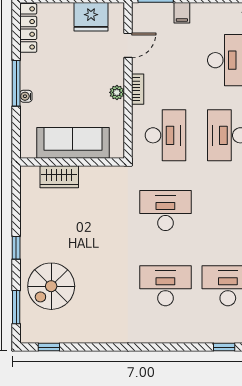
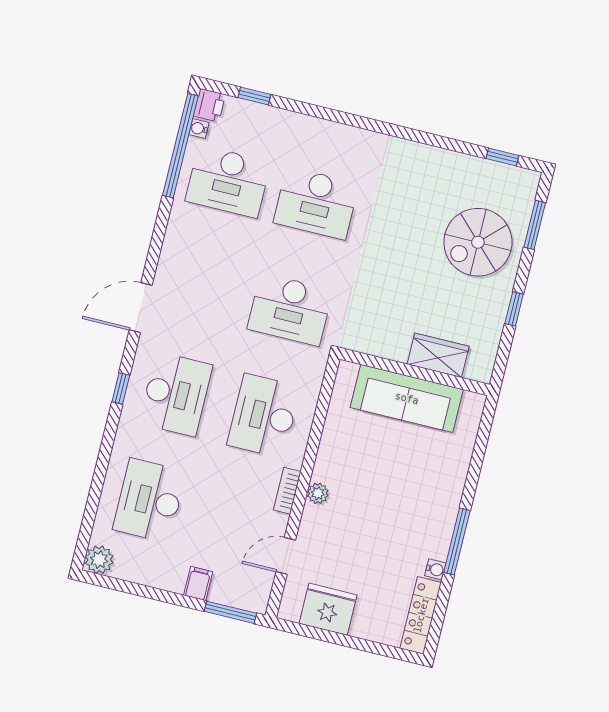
water cooler: (26, 96) -> (435, 569), moved
sofa: (73, 143) -> (407, 398), moved
wall: (72, 162) -> (415, 372), moved
wardrobe: (59, 177) -> (438, 355), moved
spiral stairs: (51, 286) -> (478, 242), turned 180

